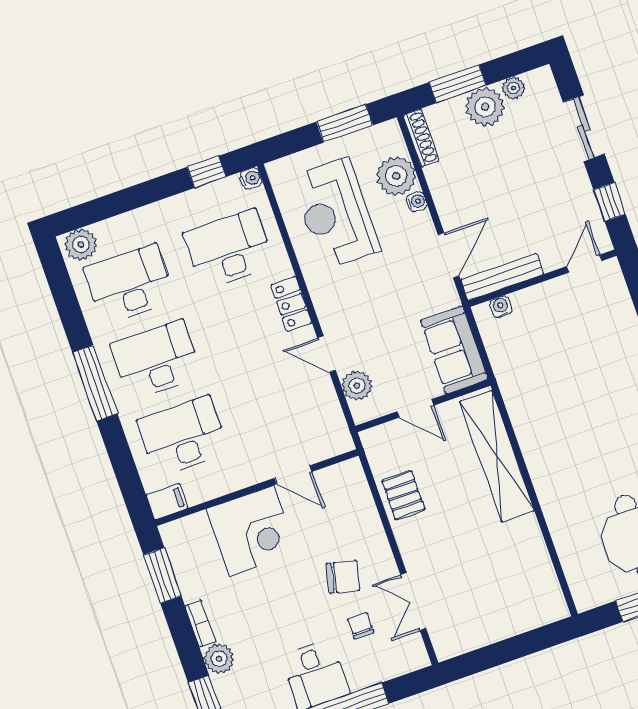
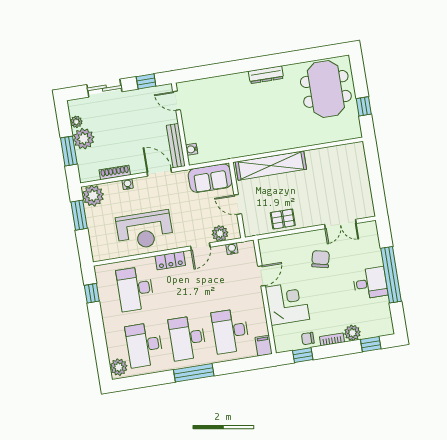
shoe rack: (421, 138) -> (115, 172), moved
plant: (396, 176) -> (93, 196), moved
water cooler: (251, 178) -> (232, 249), moved
reception desk: (335, 214) -> (145, 230), moved
door: (415, 408) -> (238, 204), swing flipped
window: (162, 575) -> (303, 355), width x0.67
chair: (361, 626) -> (308, 338), moved

